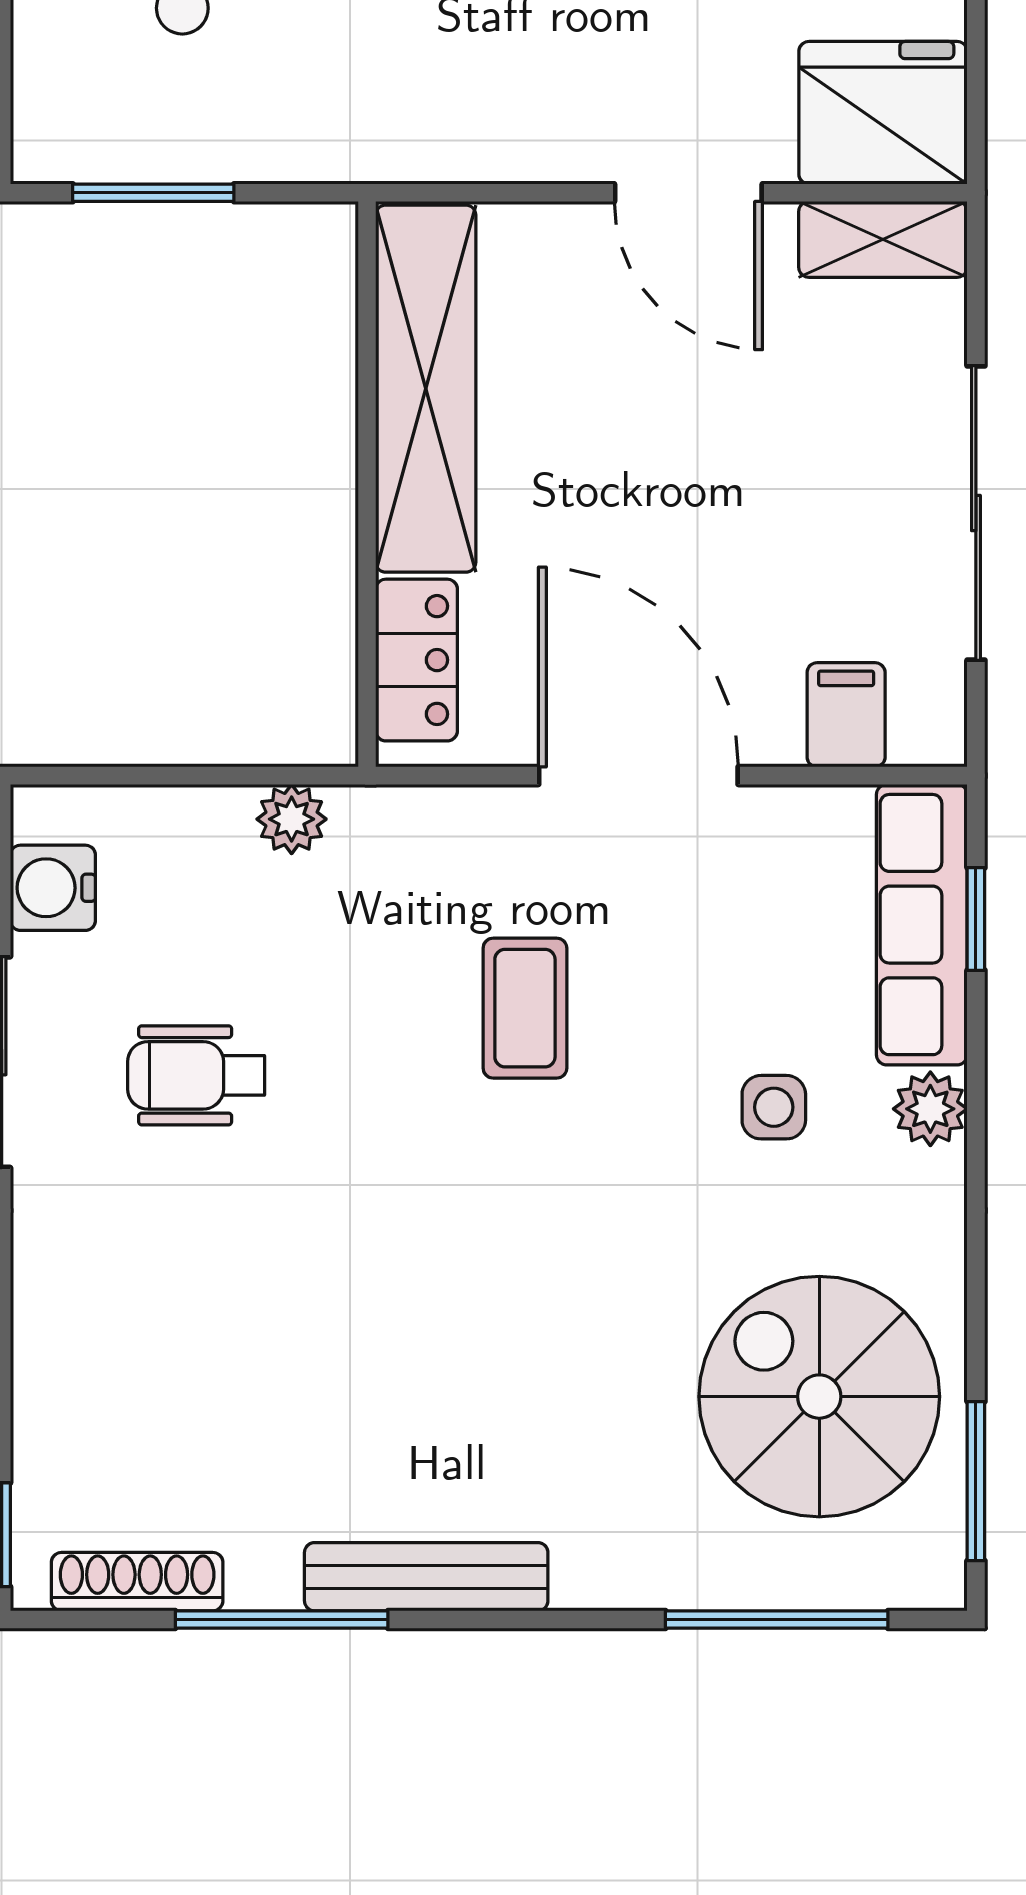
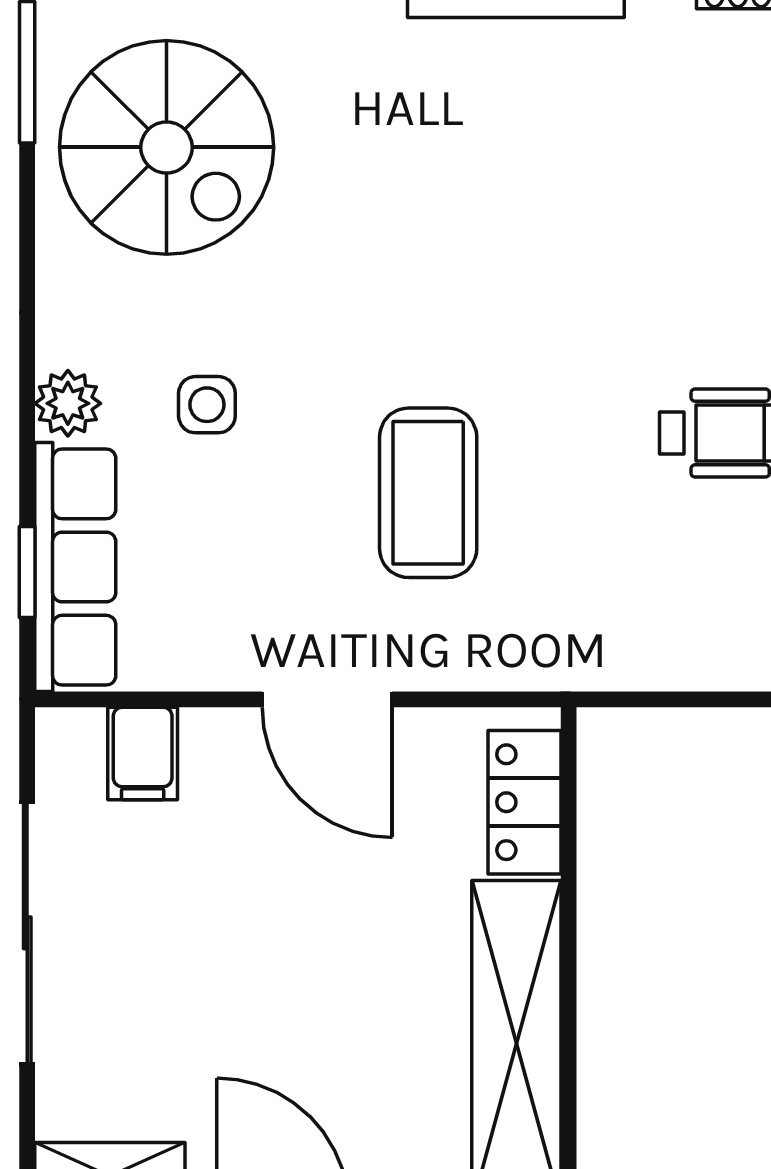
door: (638, 776) -> (327, 699), width x0.73
plant: (292, 819) -> (636, 661), removed
coffee table: (525, 1008) -> (428, 493), width x1.36, depth x1.30

